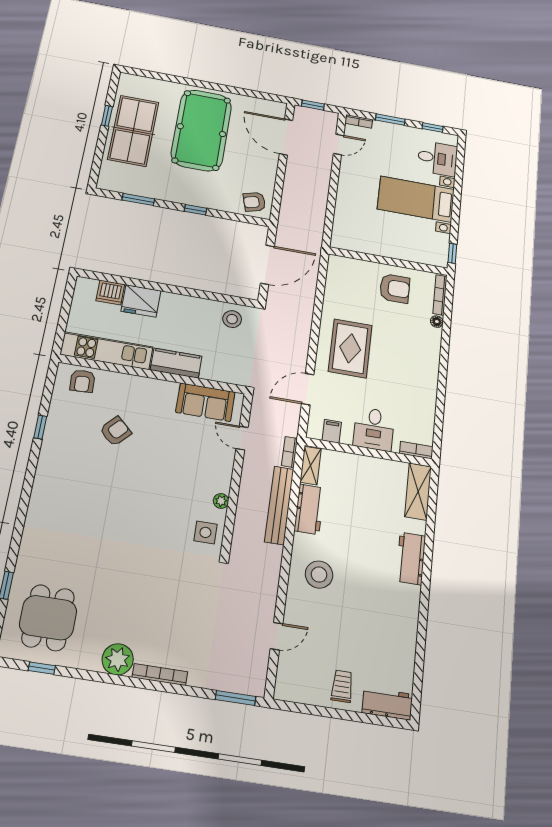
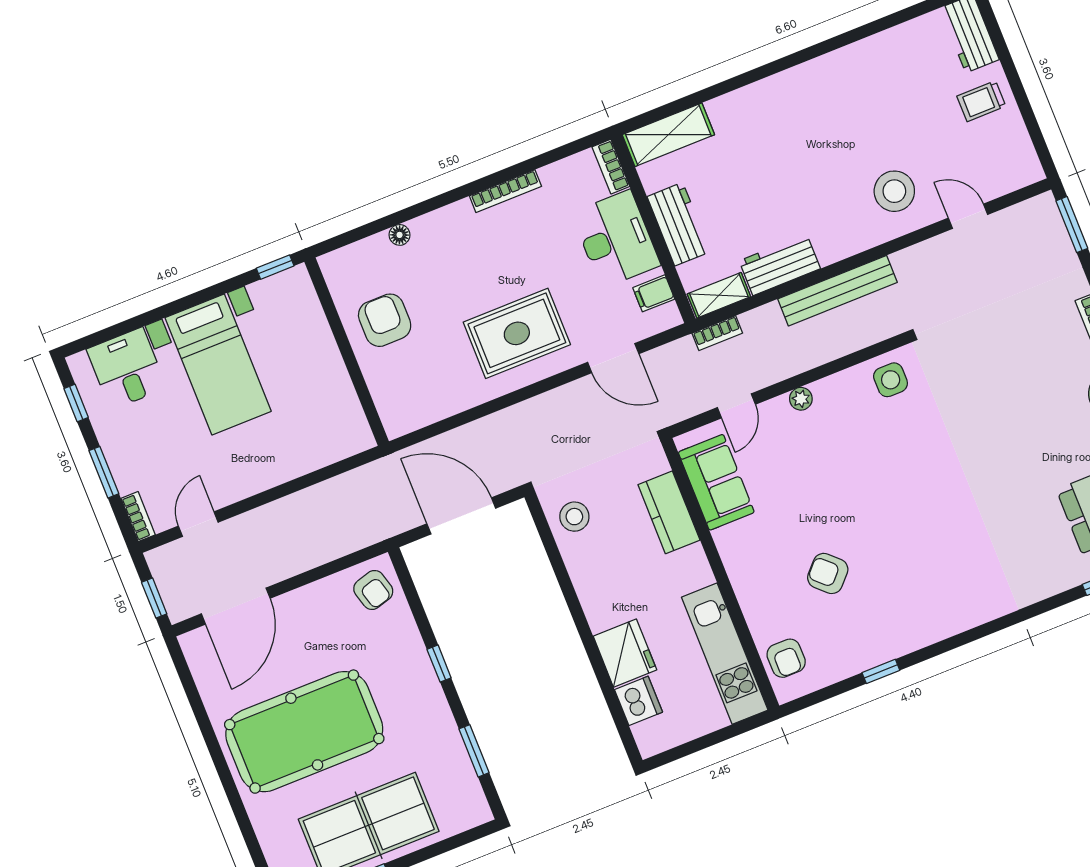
door: (339, 145) -> (198, 524), hinge flipped
bookcase: (440, 295) -> (505, 191), moved
kitchen counter: (176, 363) -> (669, 512), moved
armchair: (82, 381) -> (786, 658), turned 93
desk: (374, 429) -> (616, 239), width x1.37
plant: (221, 501) -> (801, 399), moved
bench: (279, 505) -> (837, 291), moved
workbench: (411, 558) -> (679, 224), moved, turned -90
stool: (319, 575) -> (894, 191), moved

